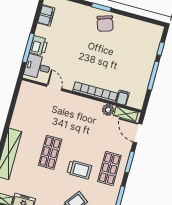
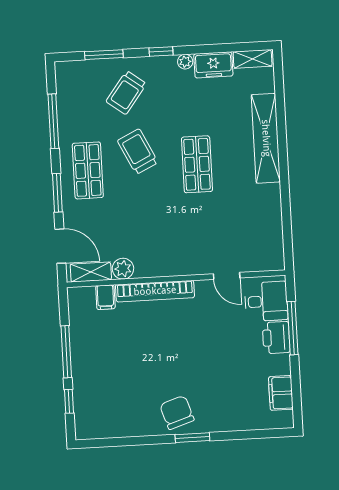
trolley: (79, 170) -> (138, 152), turned 64

